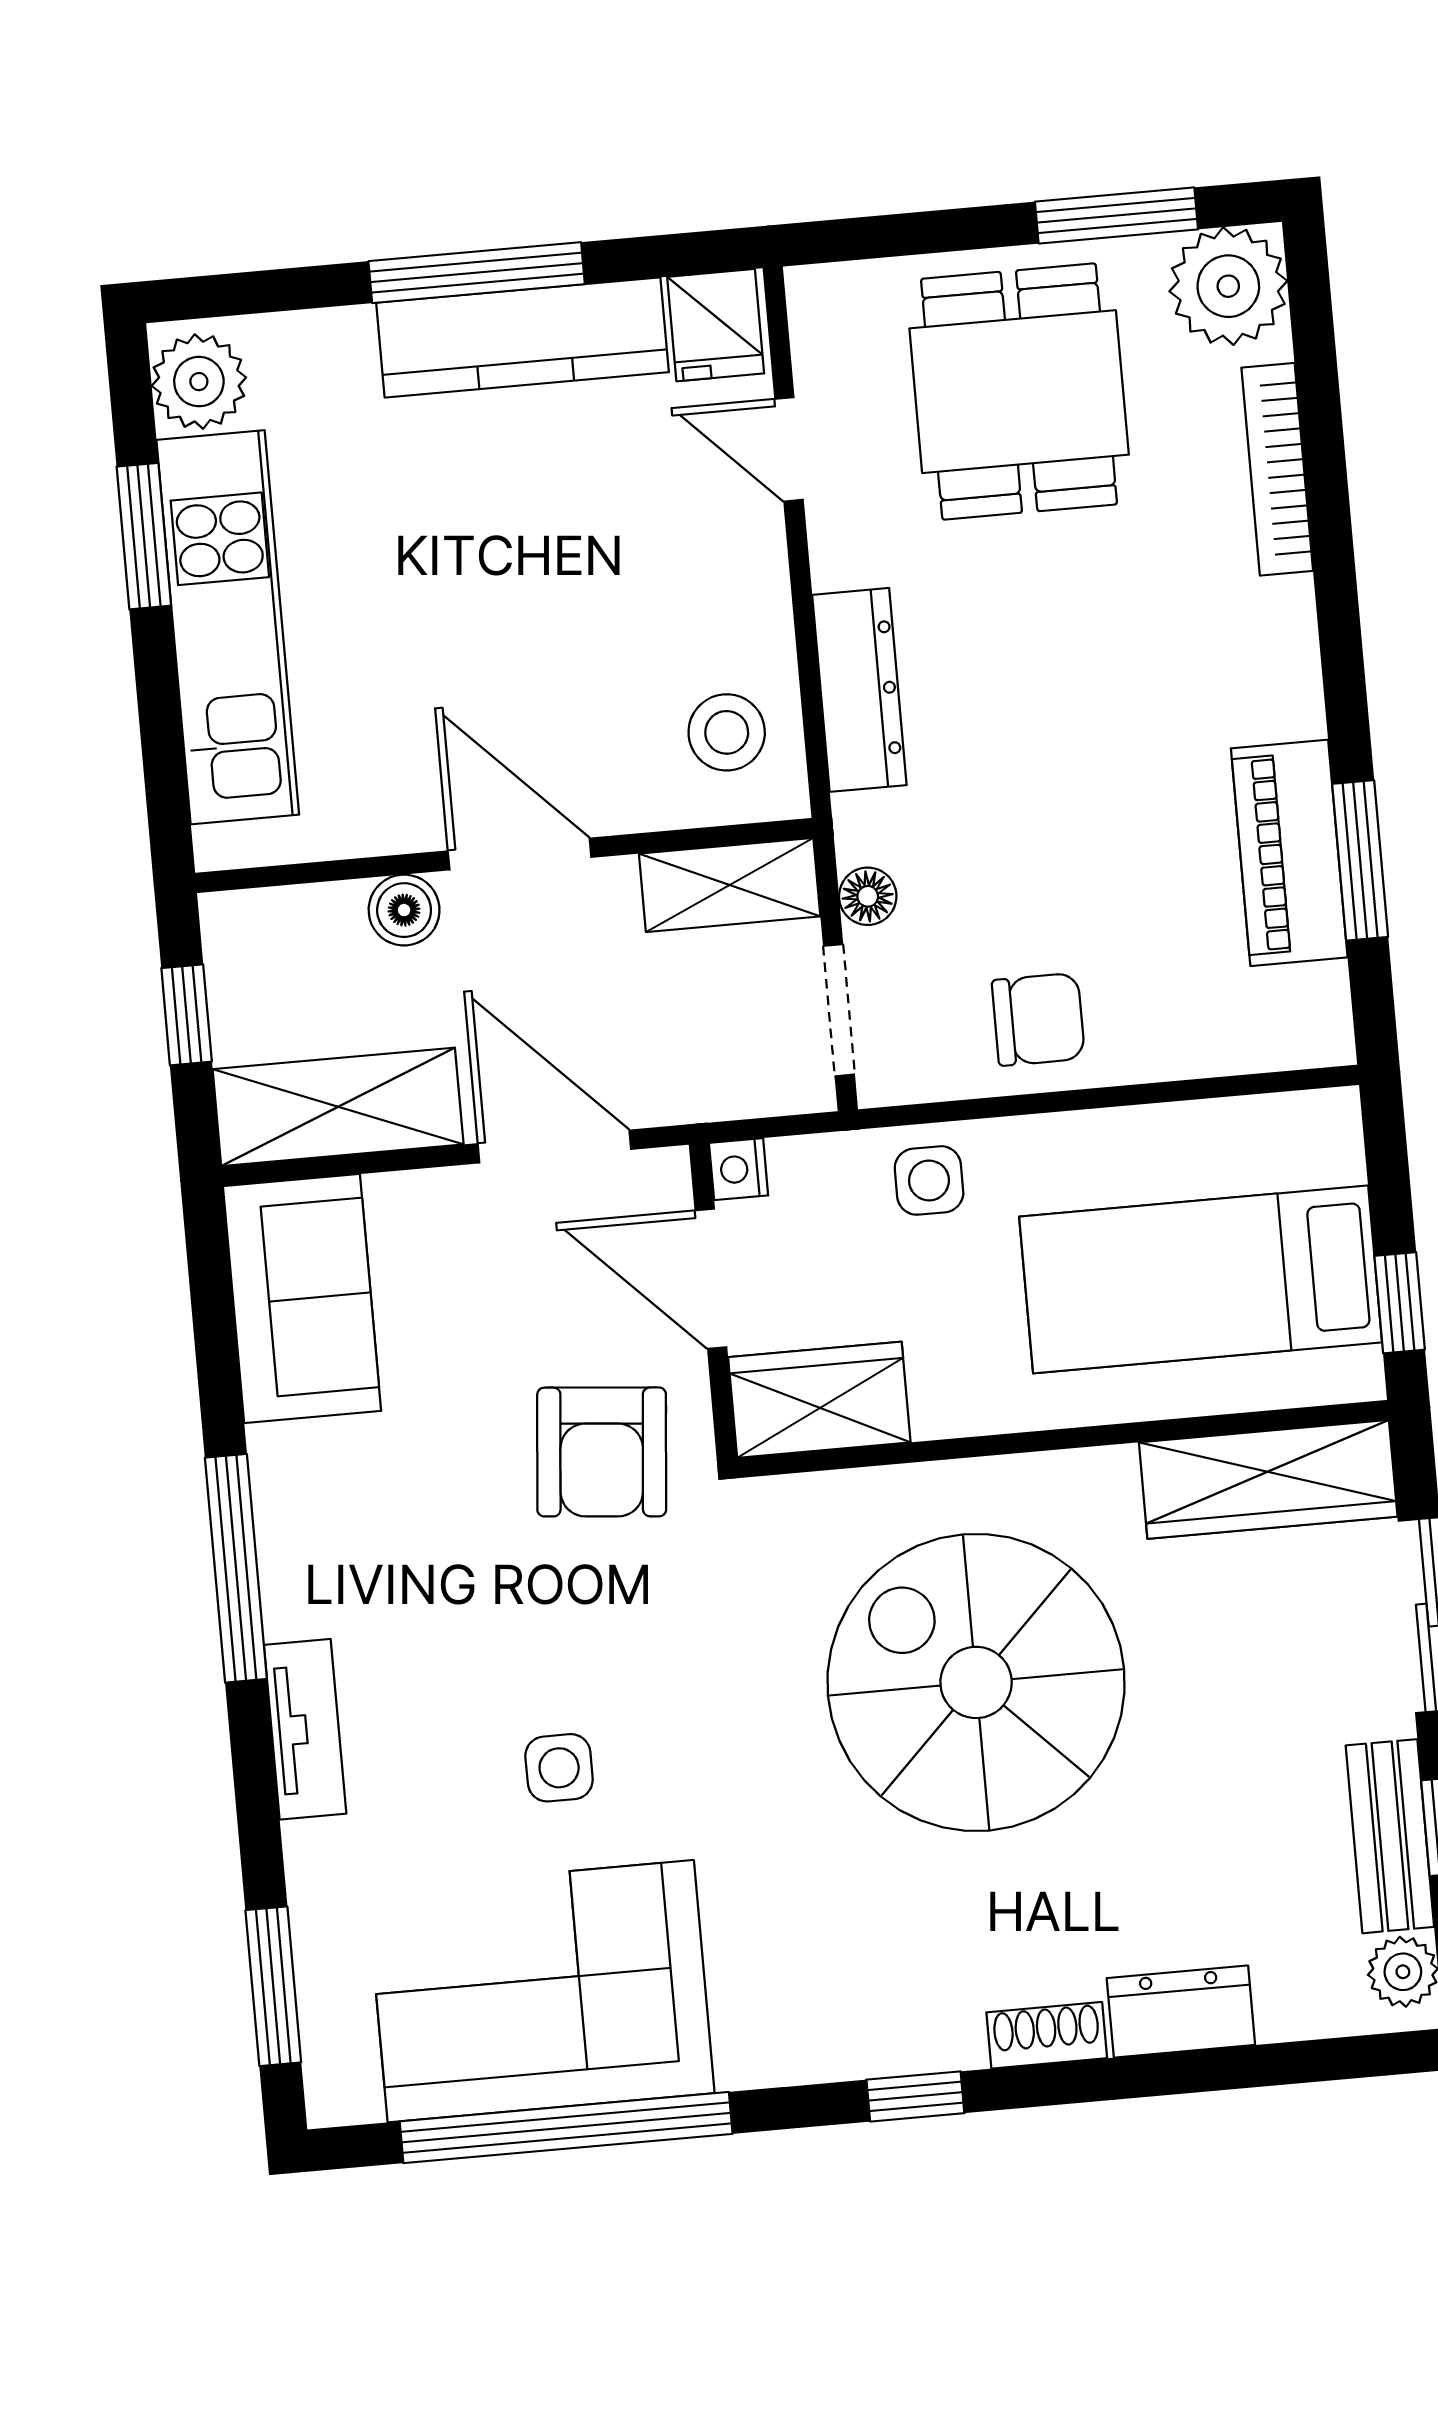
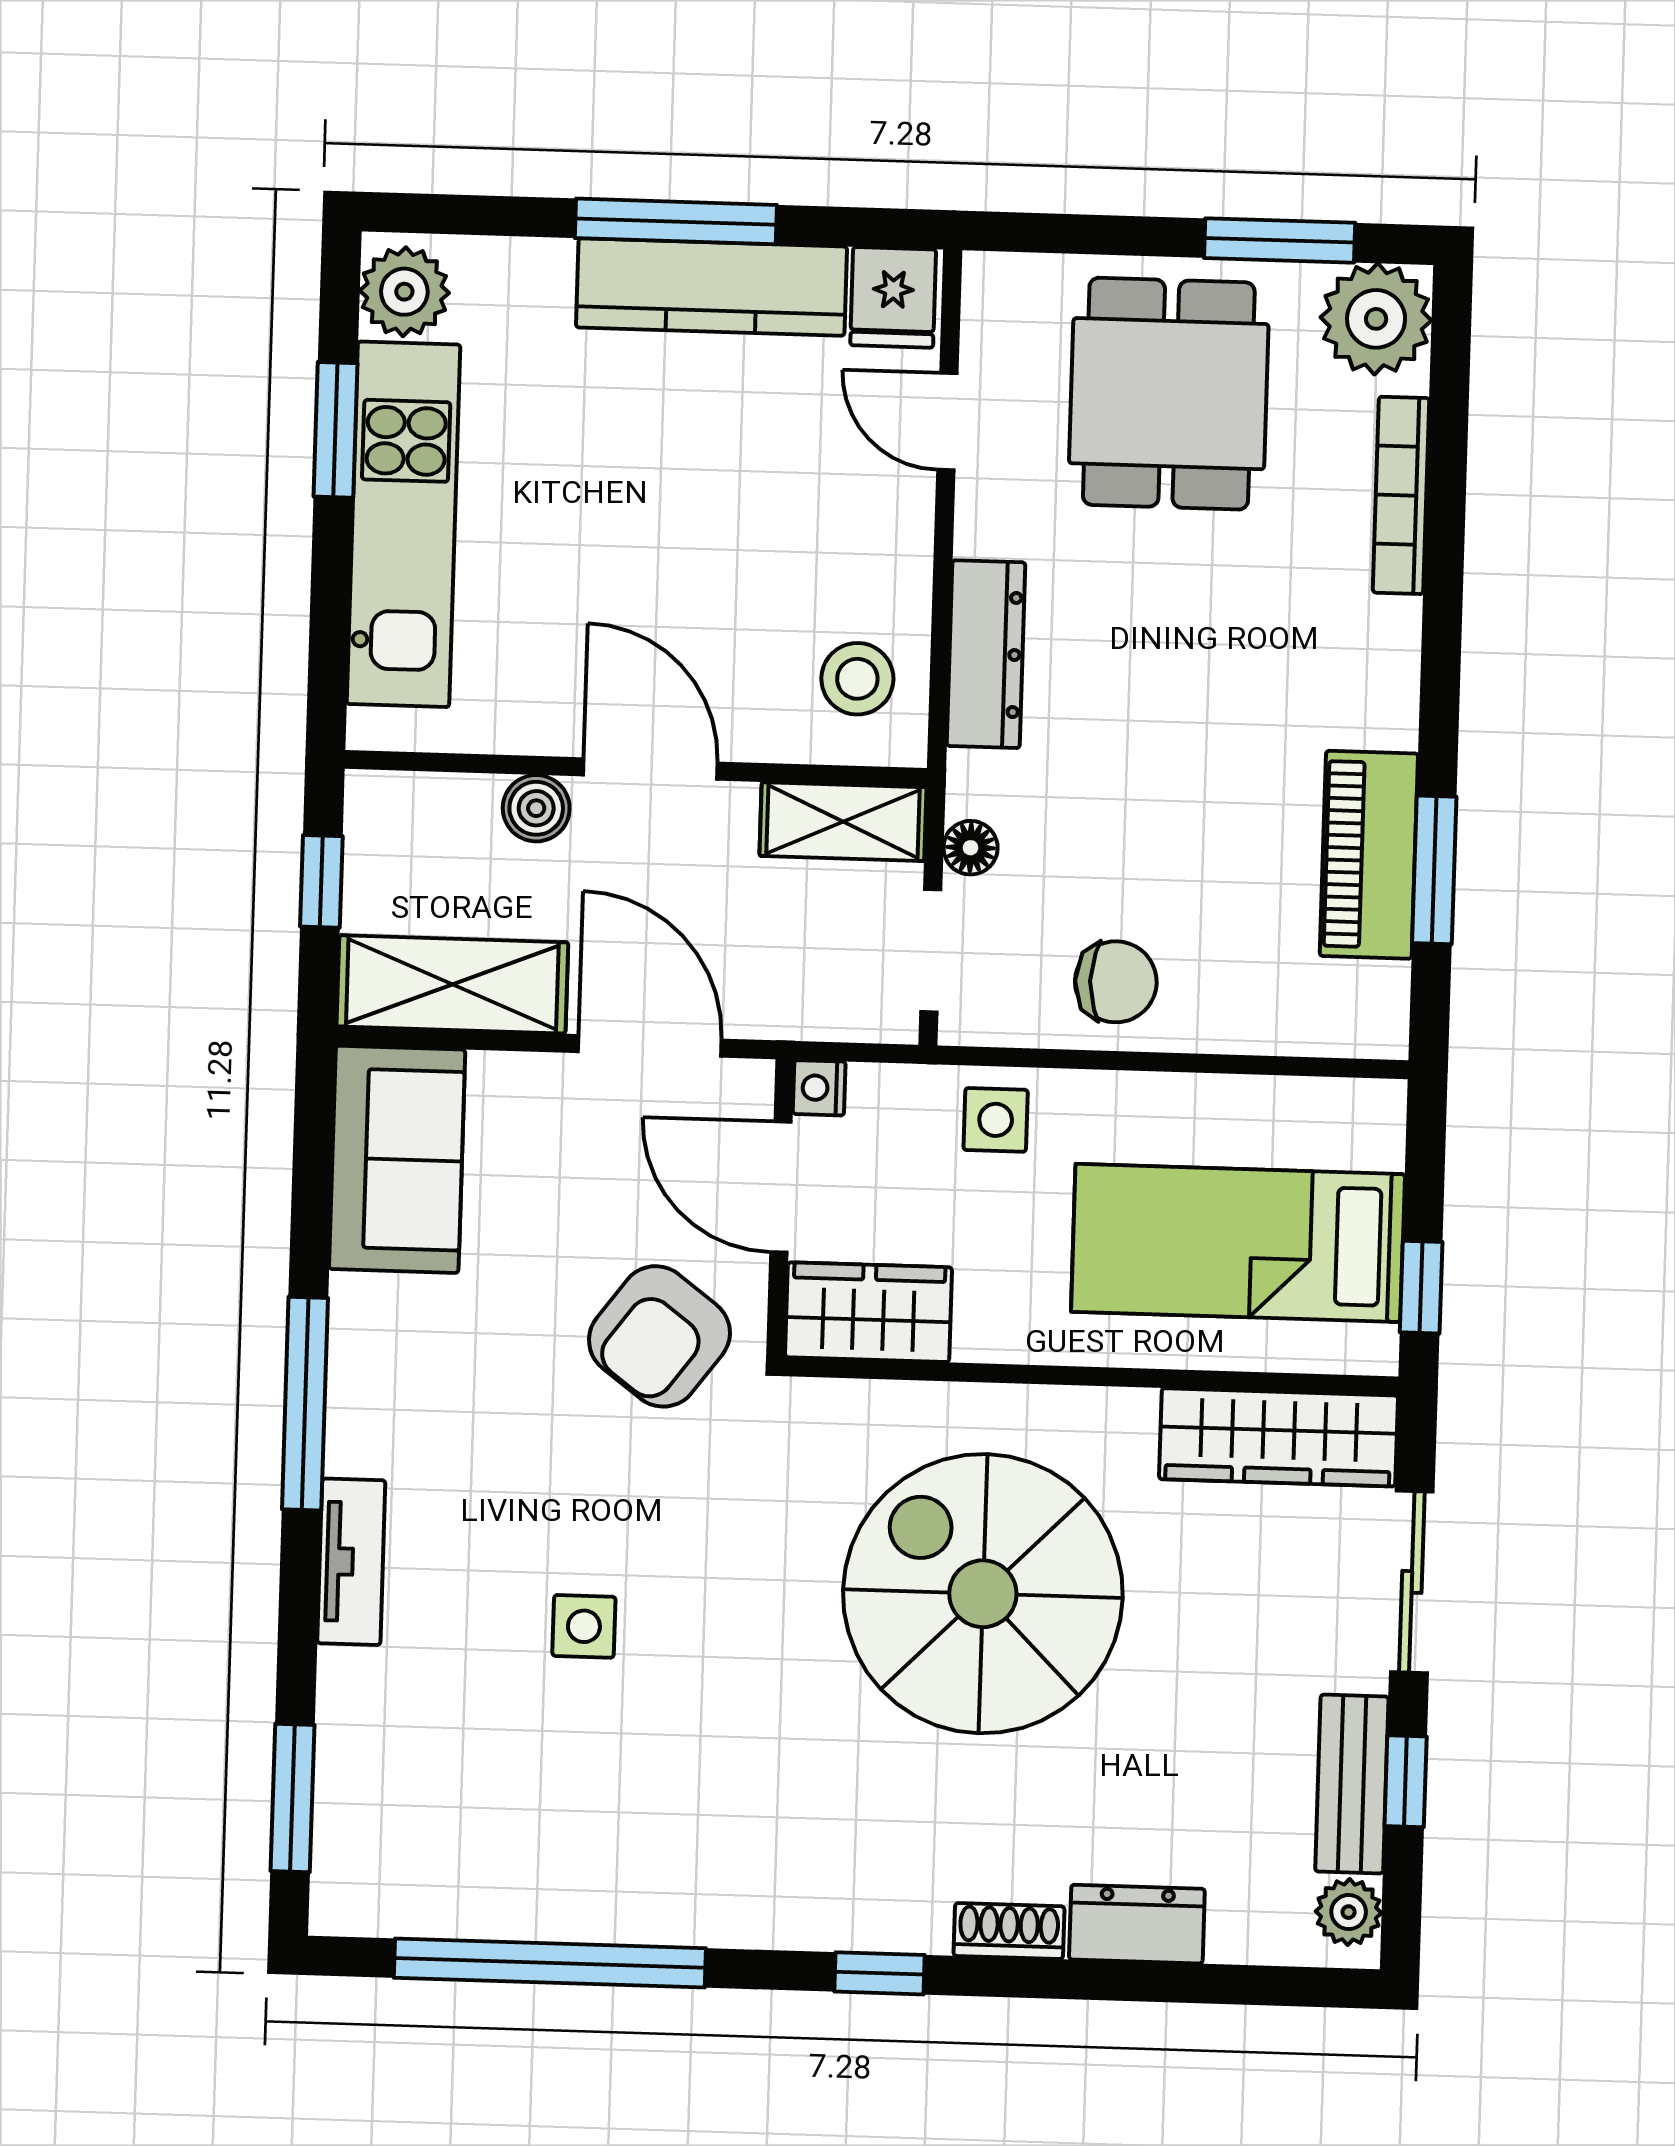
armchair: (602, 1452) -> (659, 1336), turned 32
corner sofa: (541, 1991) -> (542, 1833), removed

